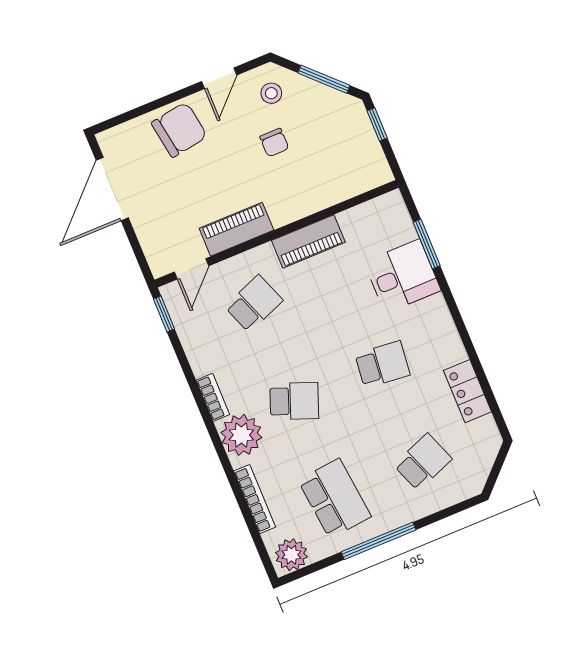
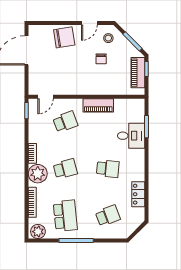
piano: (236, 229) -> (138, 73), moved, turned -90
school desk: (294, 401) -> (65, 169), turned -36

